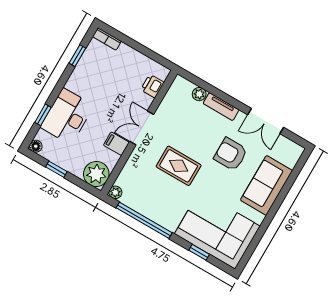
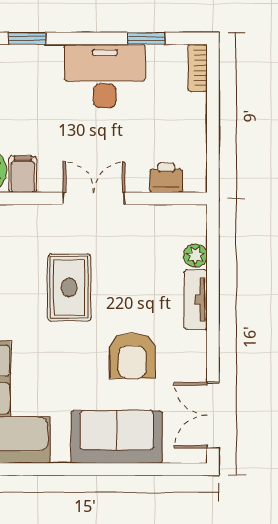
desk: (67, 116) -> (105, 76), moved
double door: (266, 121) -> (213, 415), moved
filing cabinet: (116, 144) -> (23, 174), moved
armchair: (231, 154) -> (132, 356), turned 180

